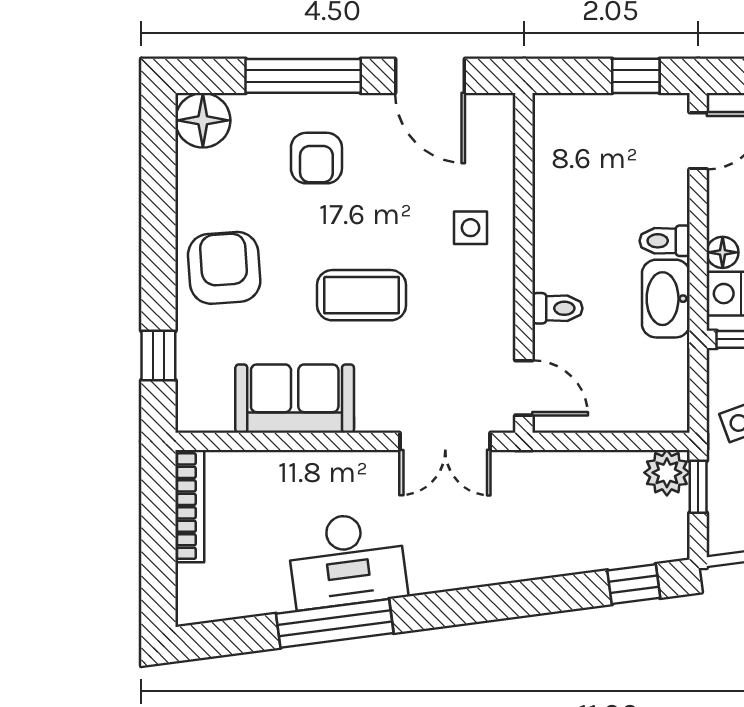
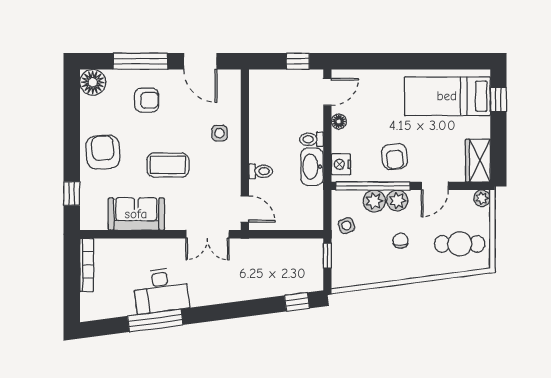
armchair: (316, 158) -> (147, 100), turned -90
floor lamp: (723, 252) -> (339, 122), moved
plant: (667, 473) -> (312, 249), removed

